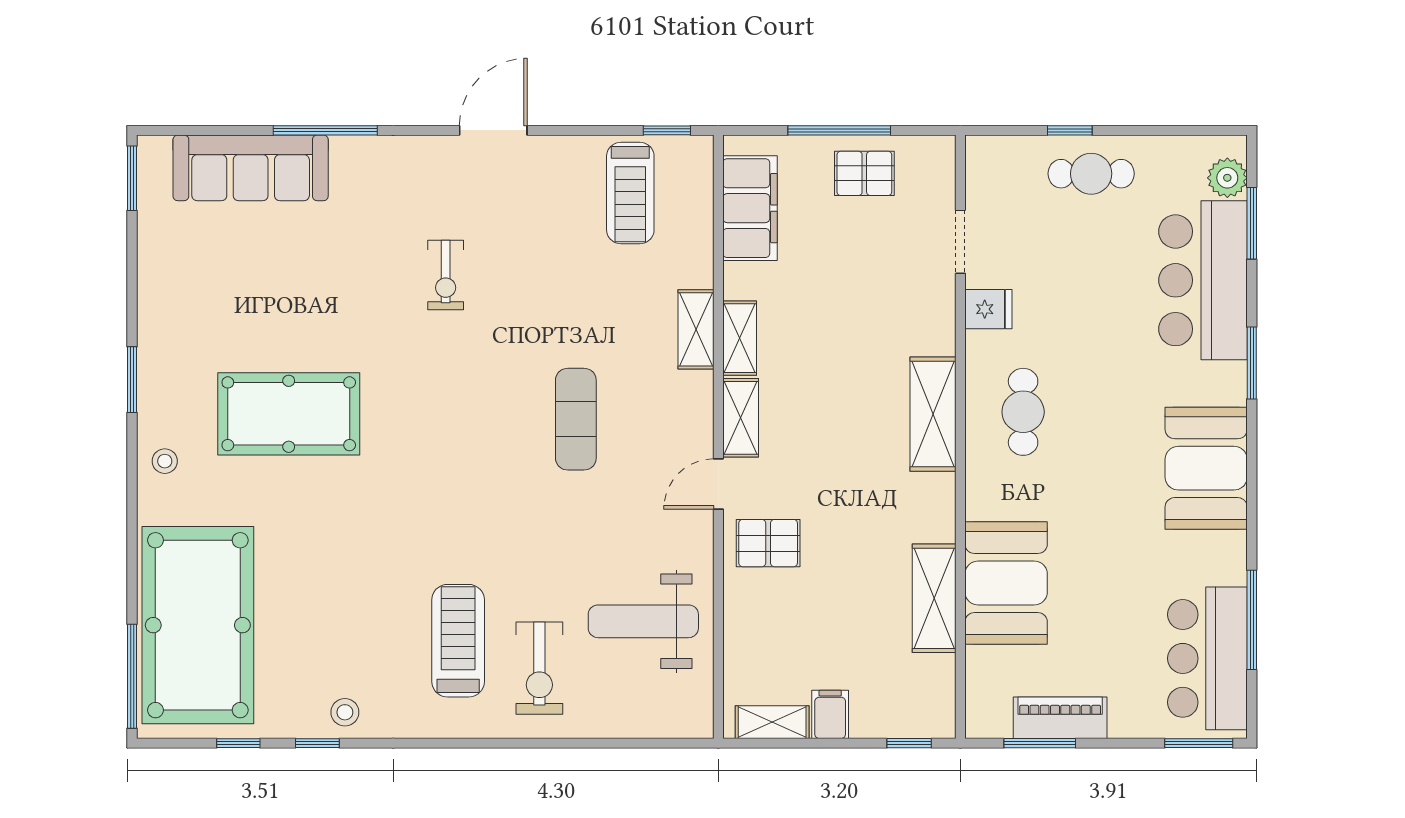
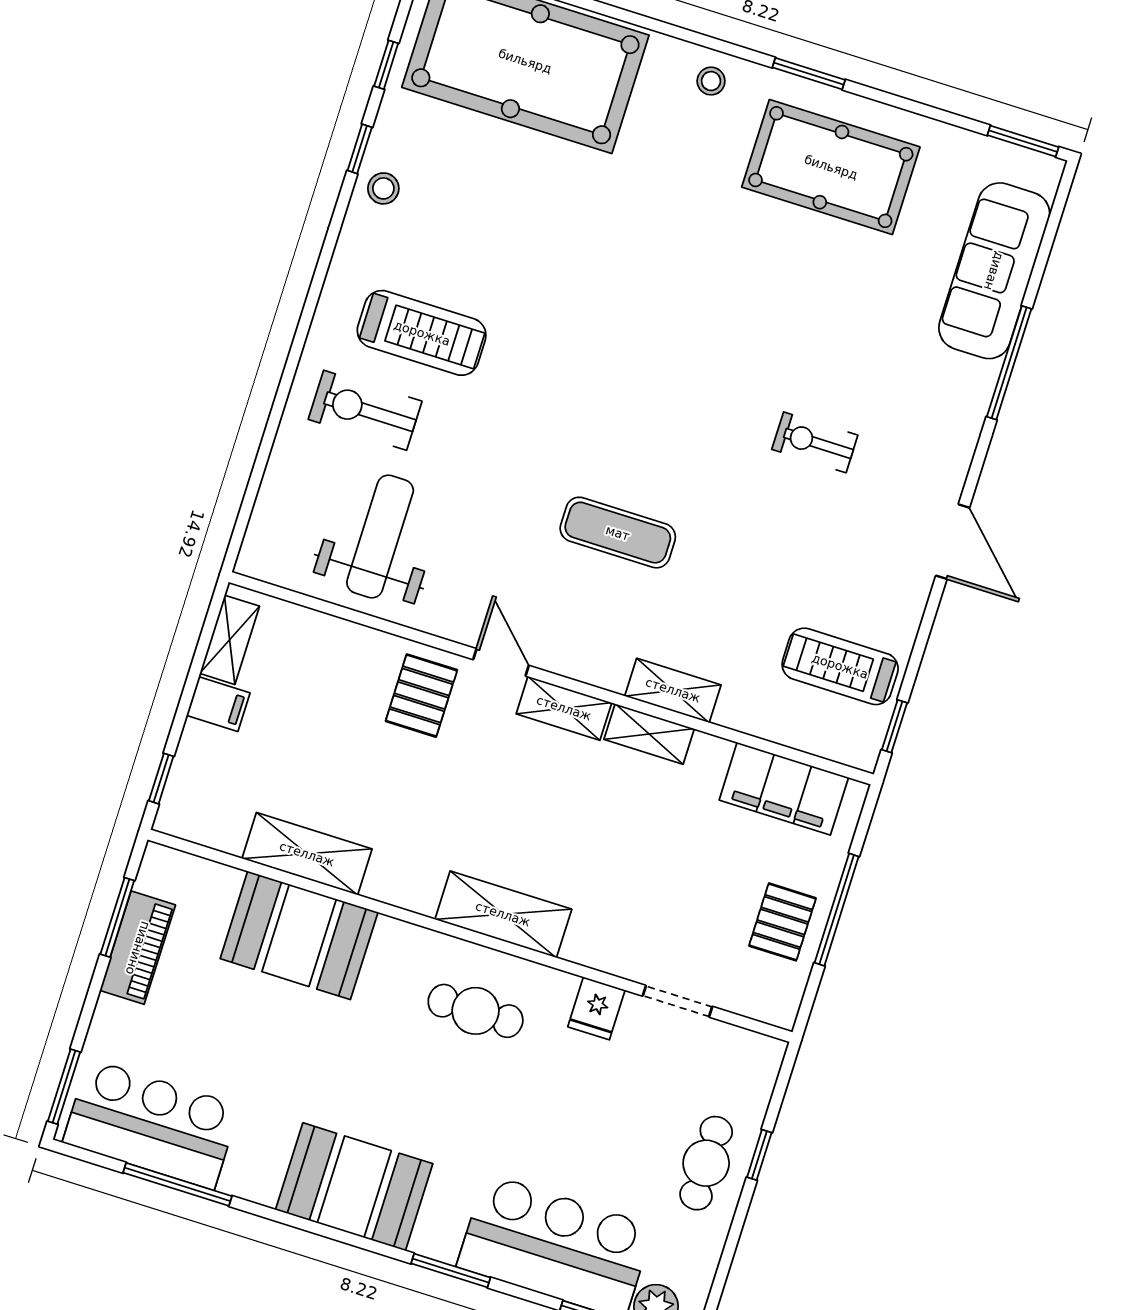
pool table: (289, 414) -> (831, 167), moved, turned 90

